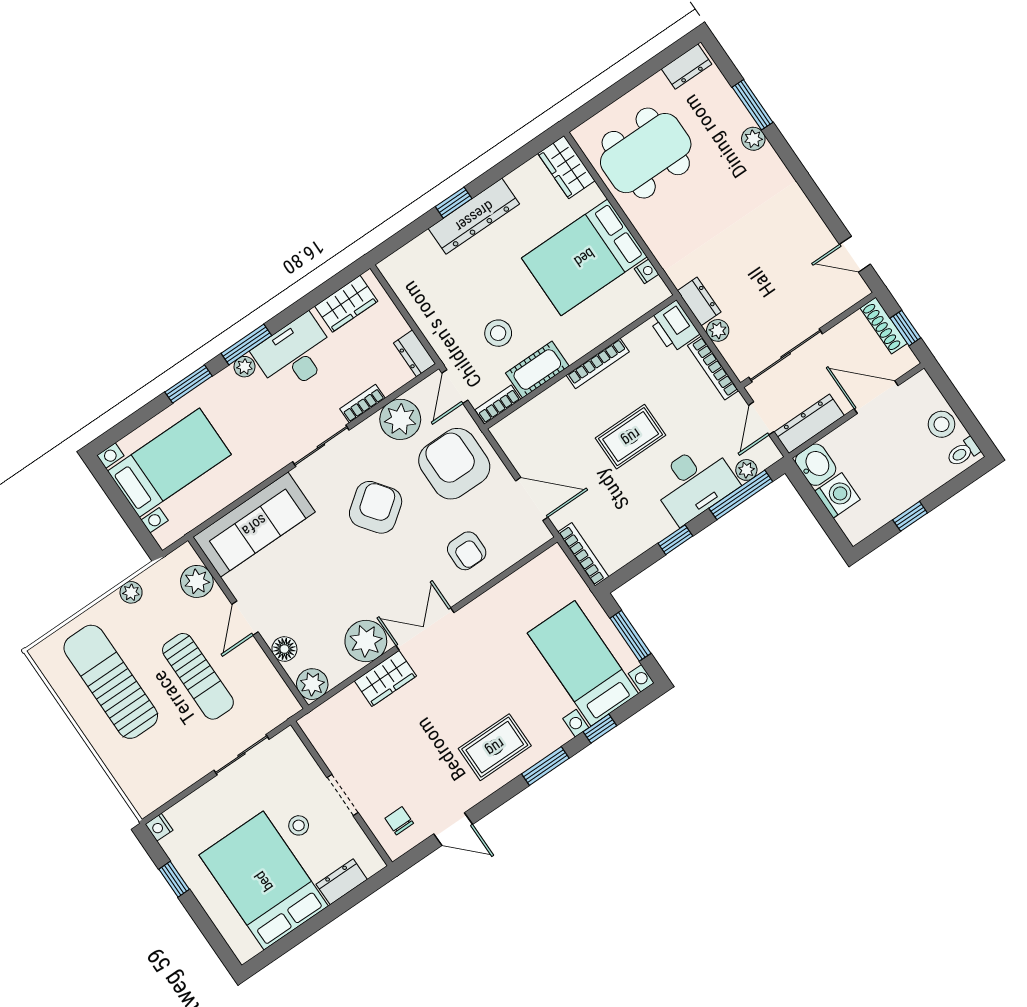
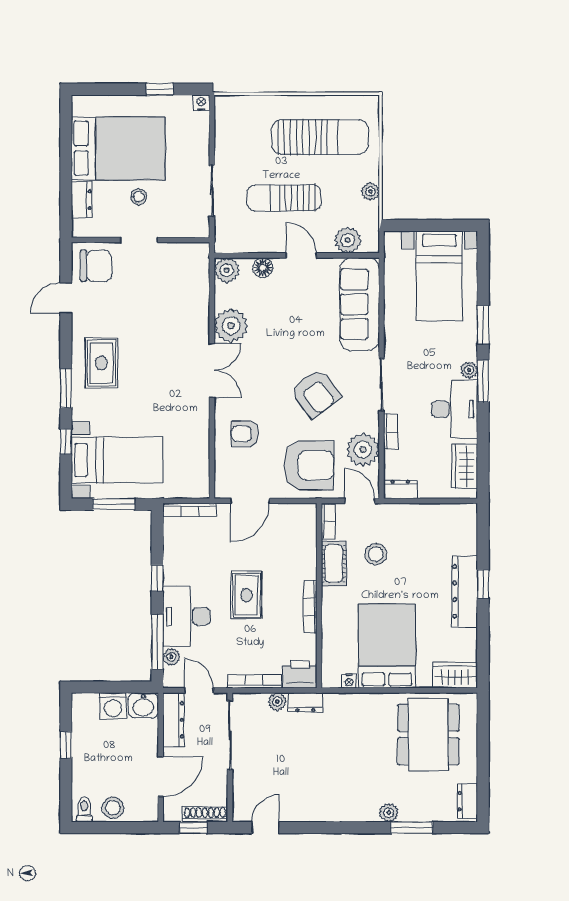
wardrobe: (385, 679) -> (197, 322), removed
chair: (399, 821) -> (96, 266), width x1.87, depth x1.87

